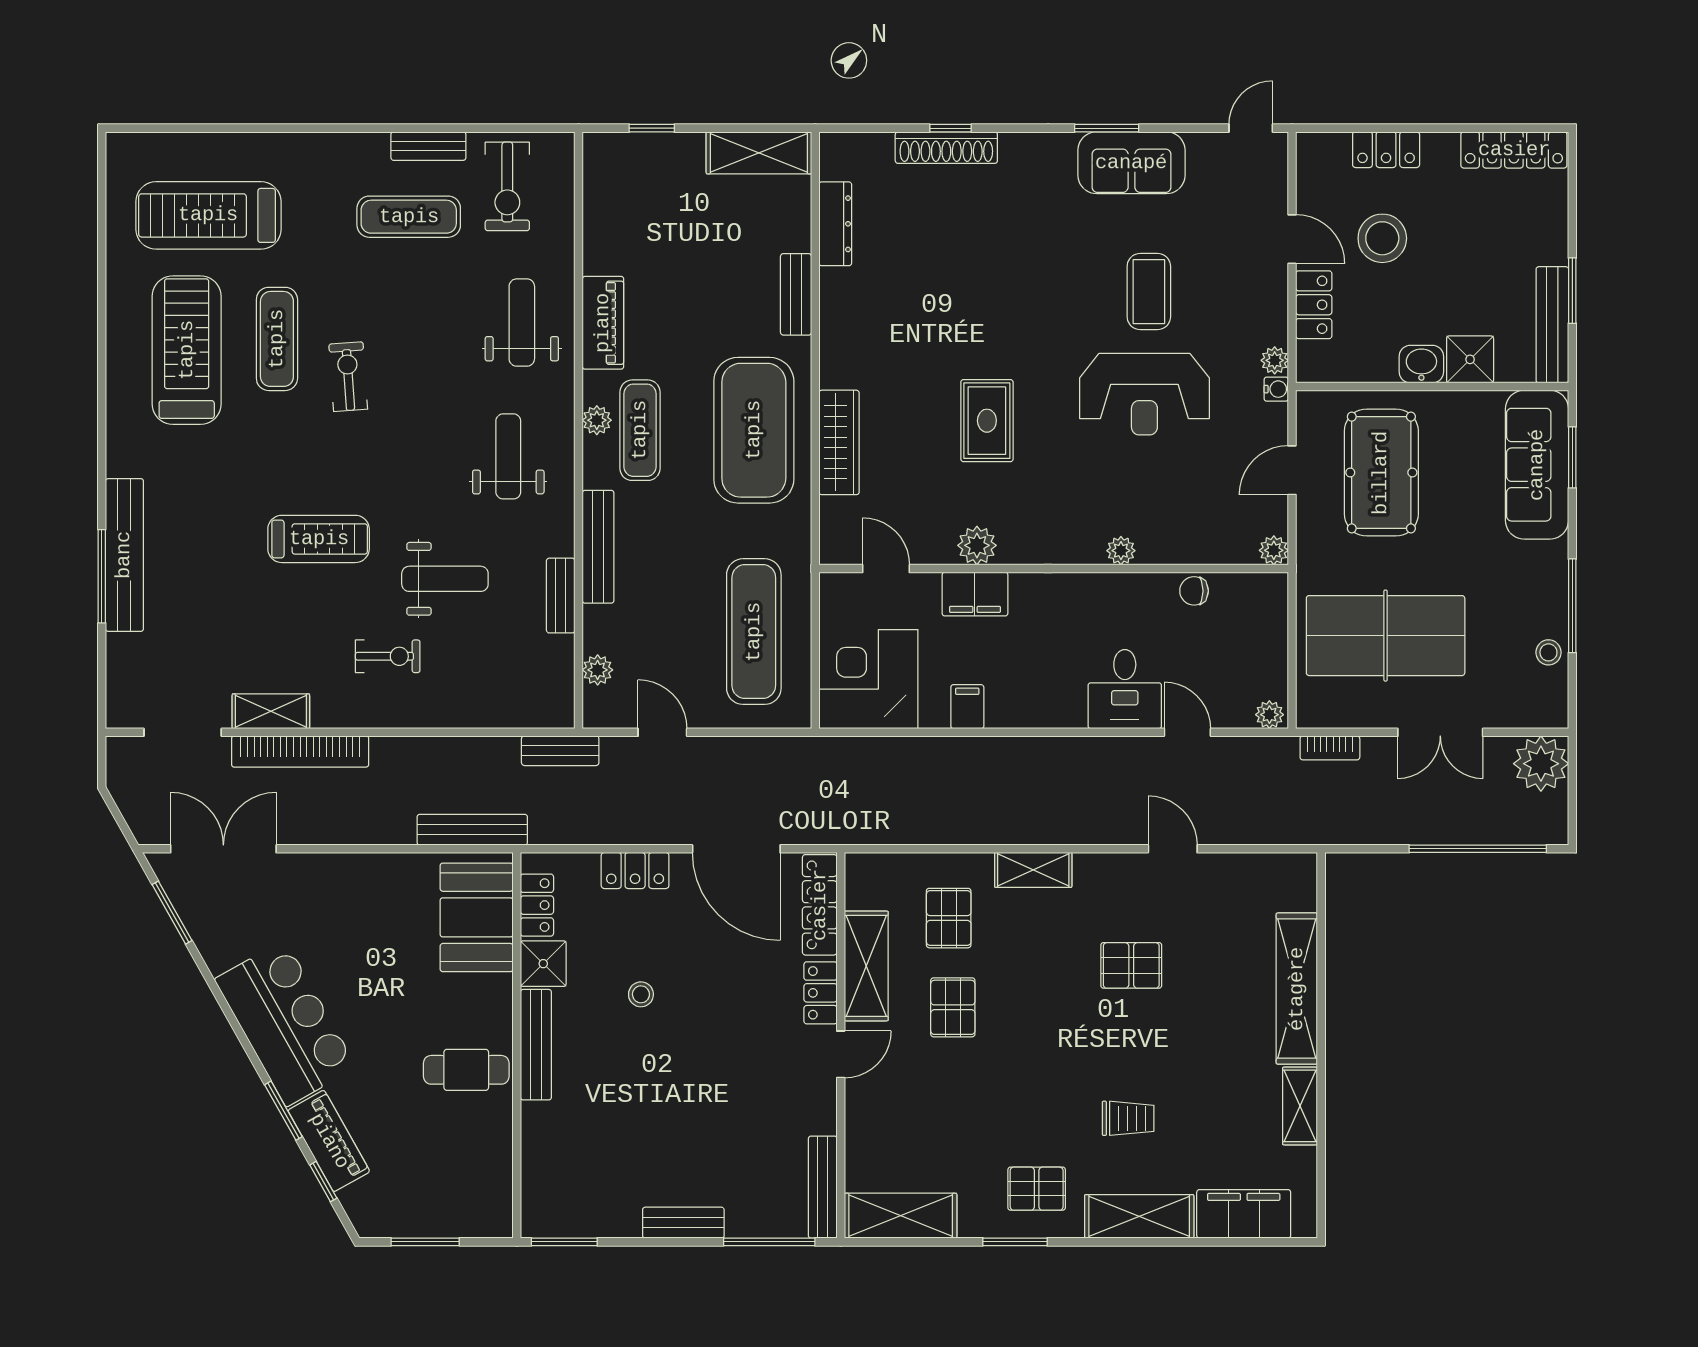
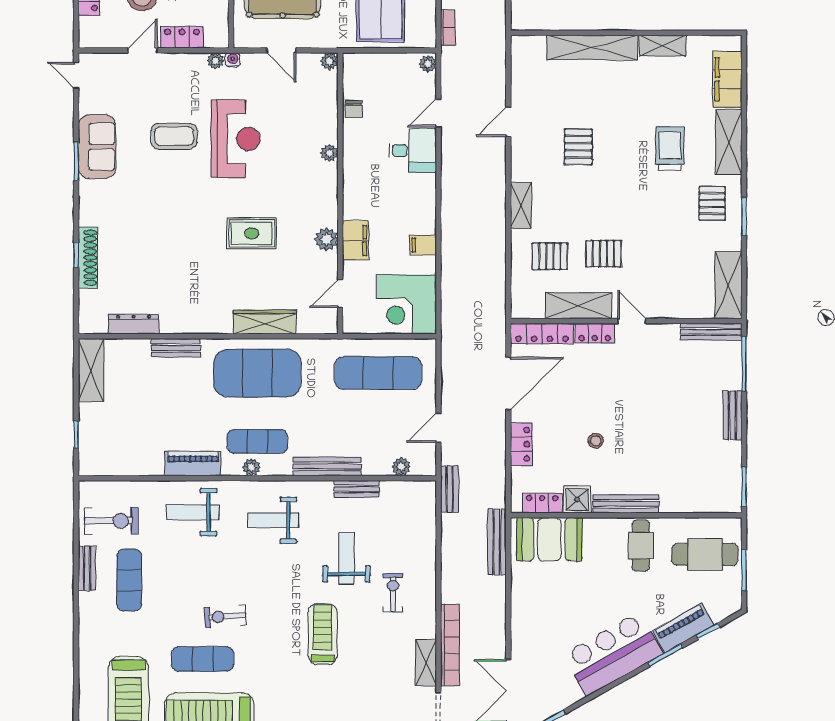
trolley: (1128, 1118) -> (670, 149), width x1.36, depth x1.39
cafe table: (451, 1177) -> (705, 554), added

